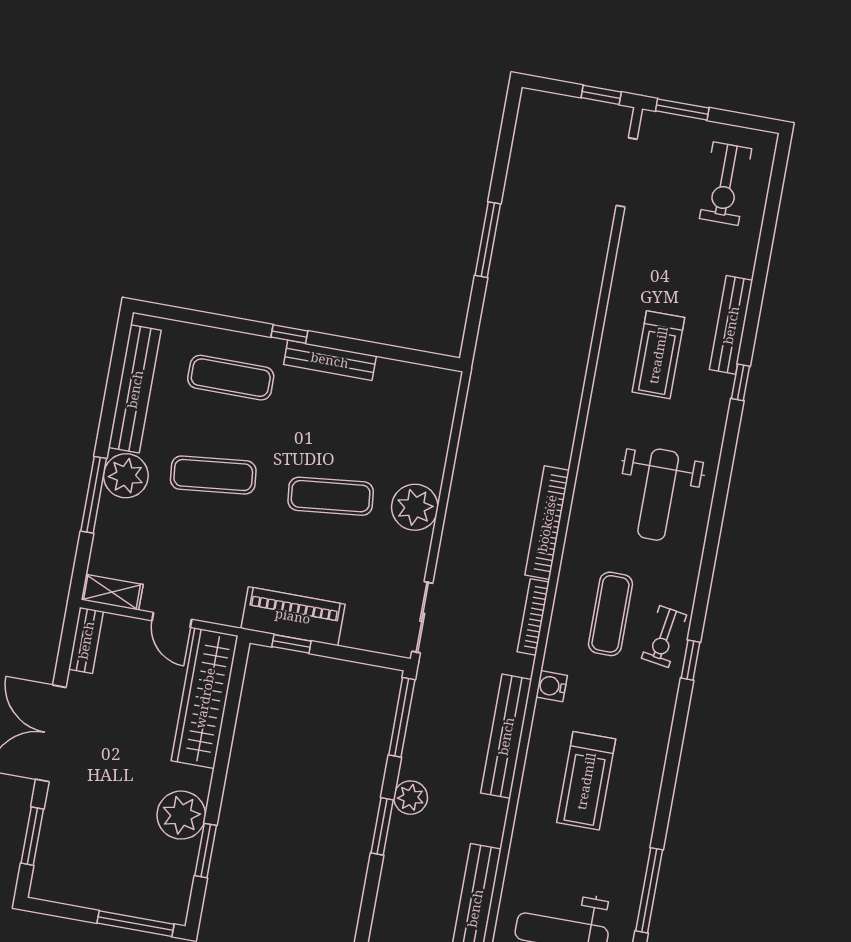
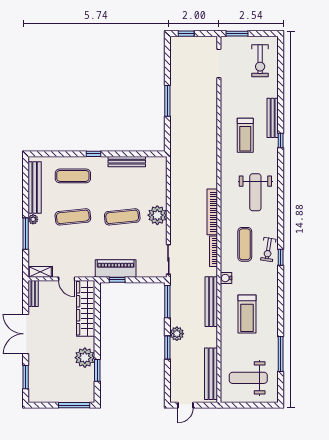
window: (601, 95) -> (186, 34), moved
bench: (330, 360) -> (127, 162), moved
plant: (126, 476) -> (33, 219), width x0.53, depth x0.53

